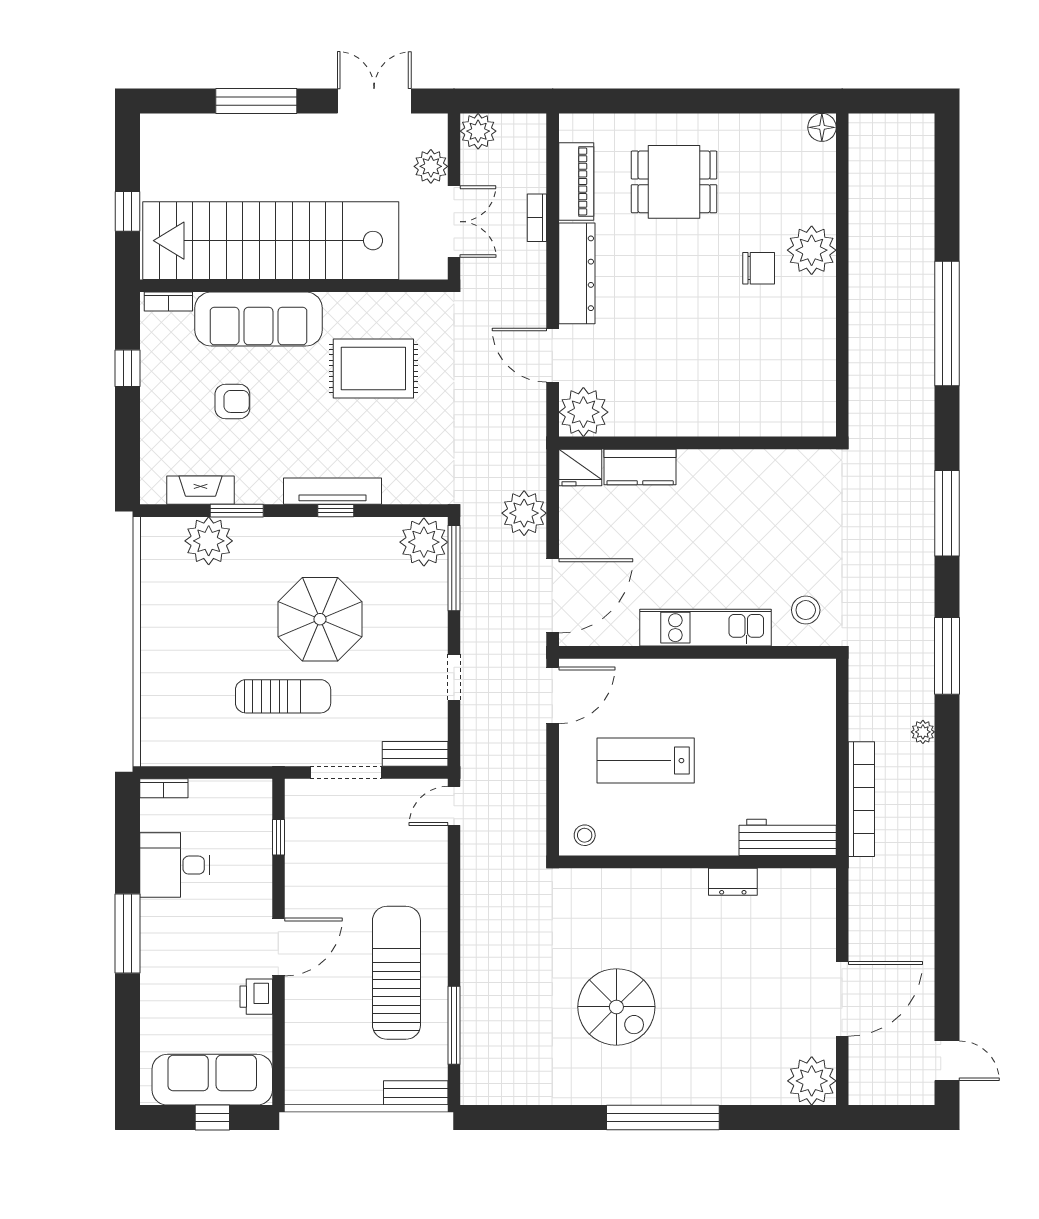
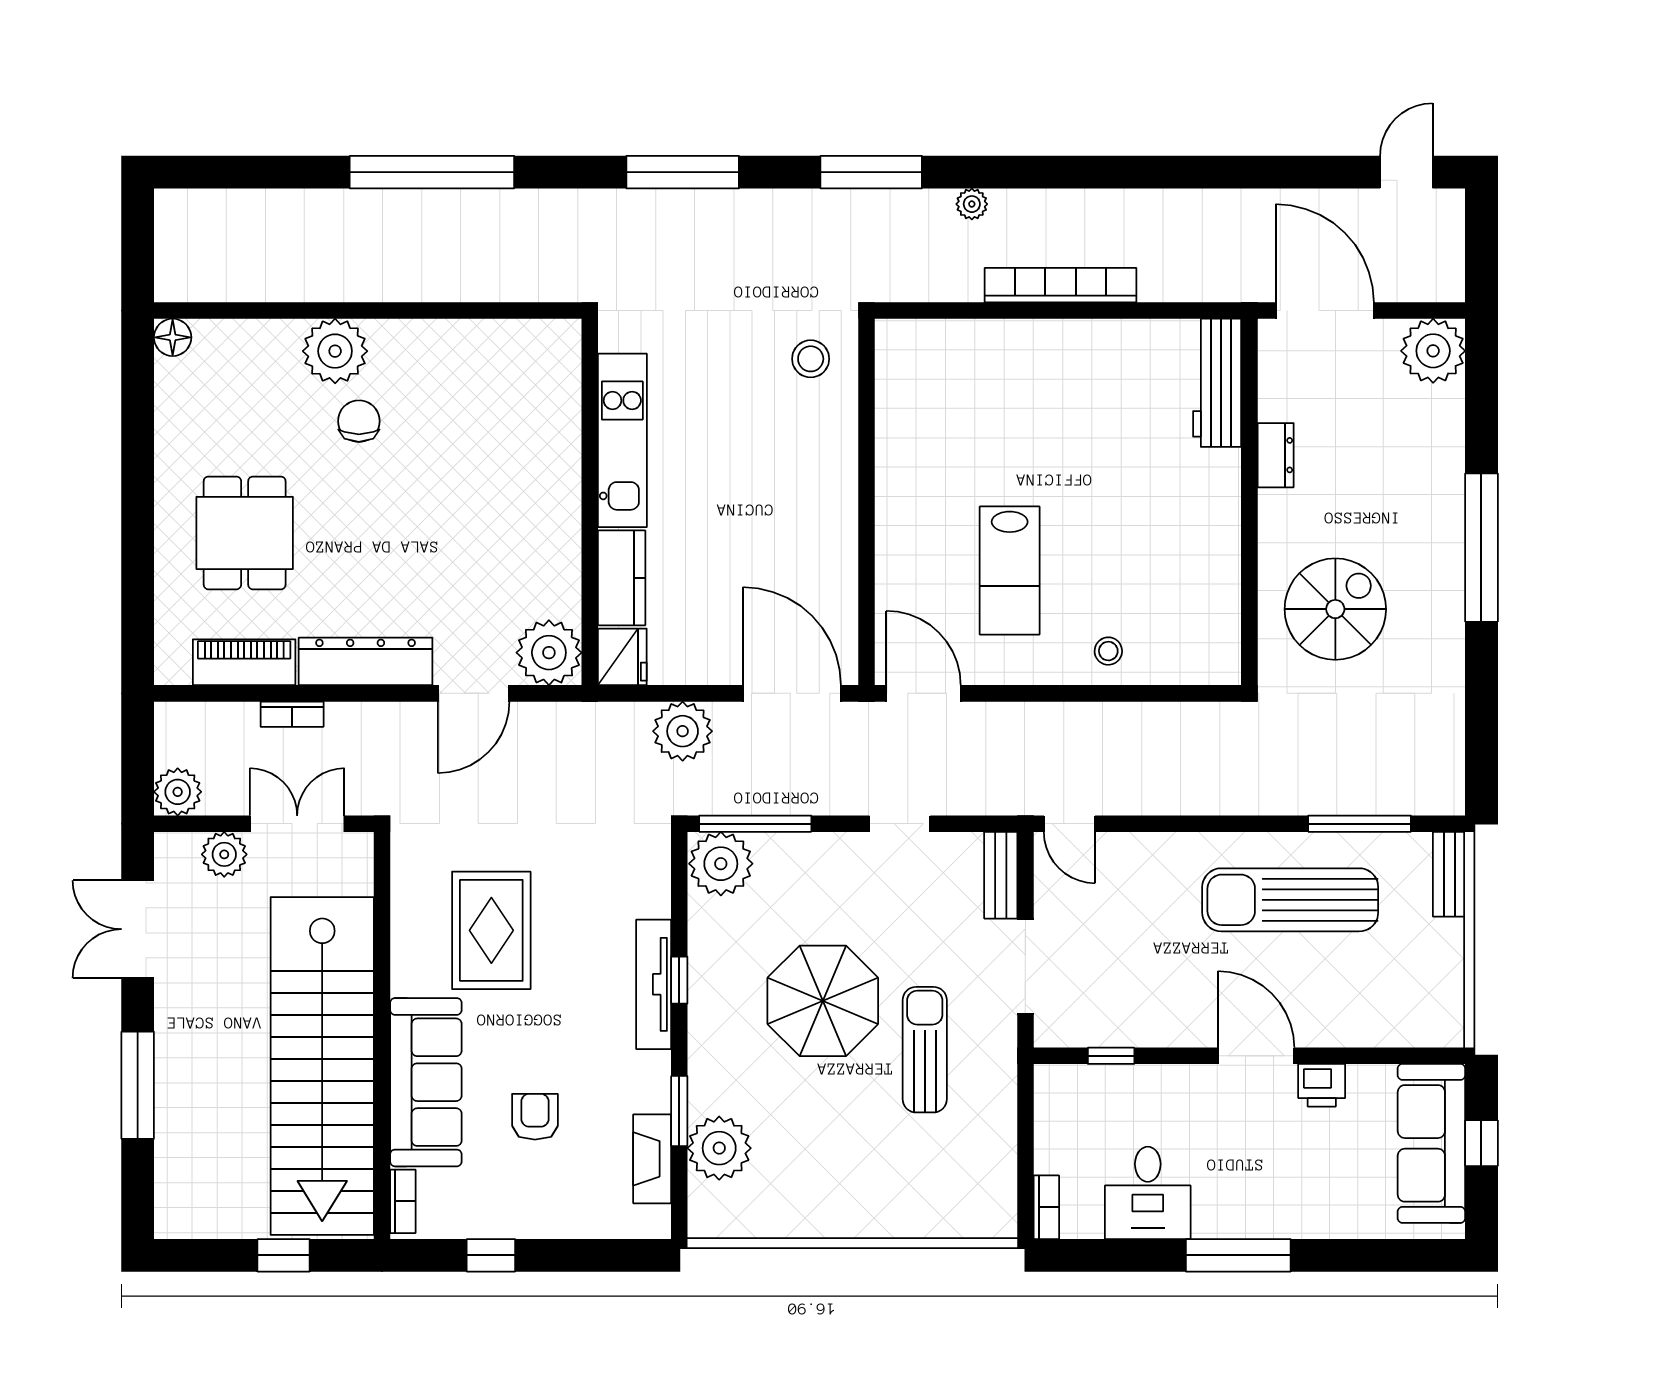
kitchen unit: (706, 628) -> (622, 440), moved, turned 180
workbench: (788, 837) -> (1217, 383), moved
wall: (697, 862) -> (1249, 502), moved
dresser: (733, 882) -> (1276, 455), moved

